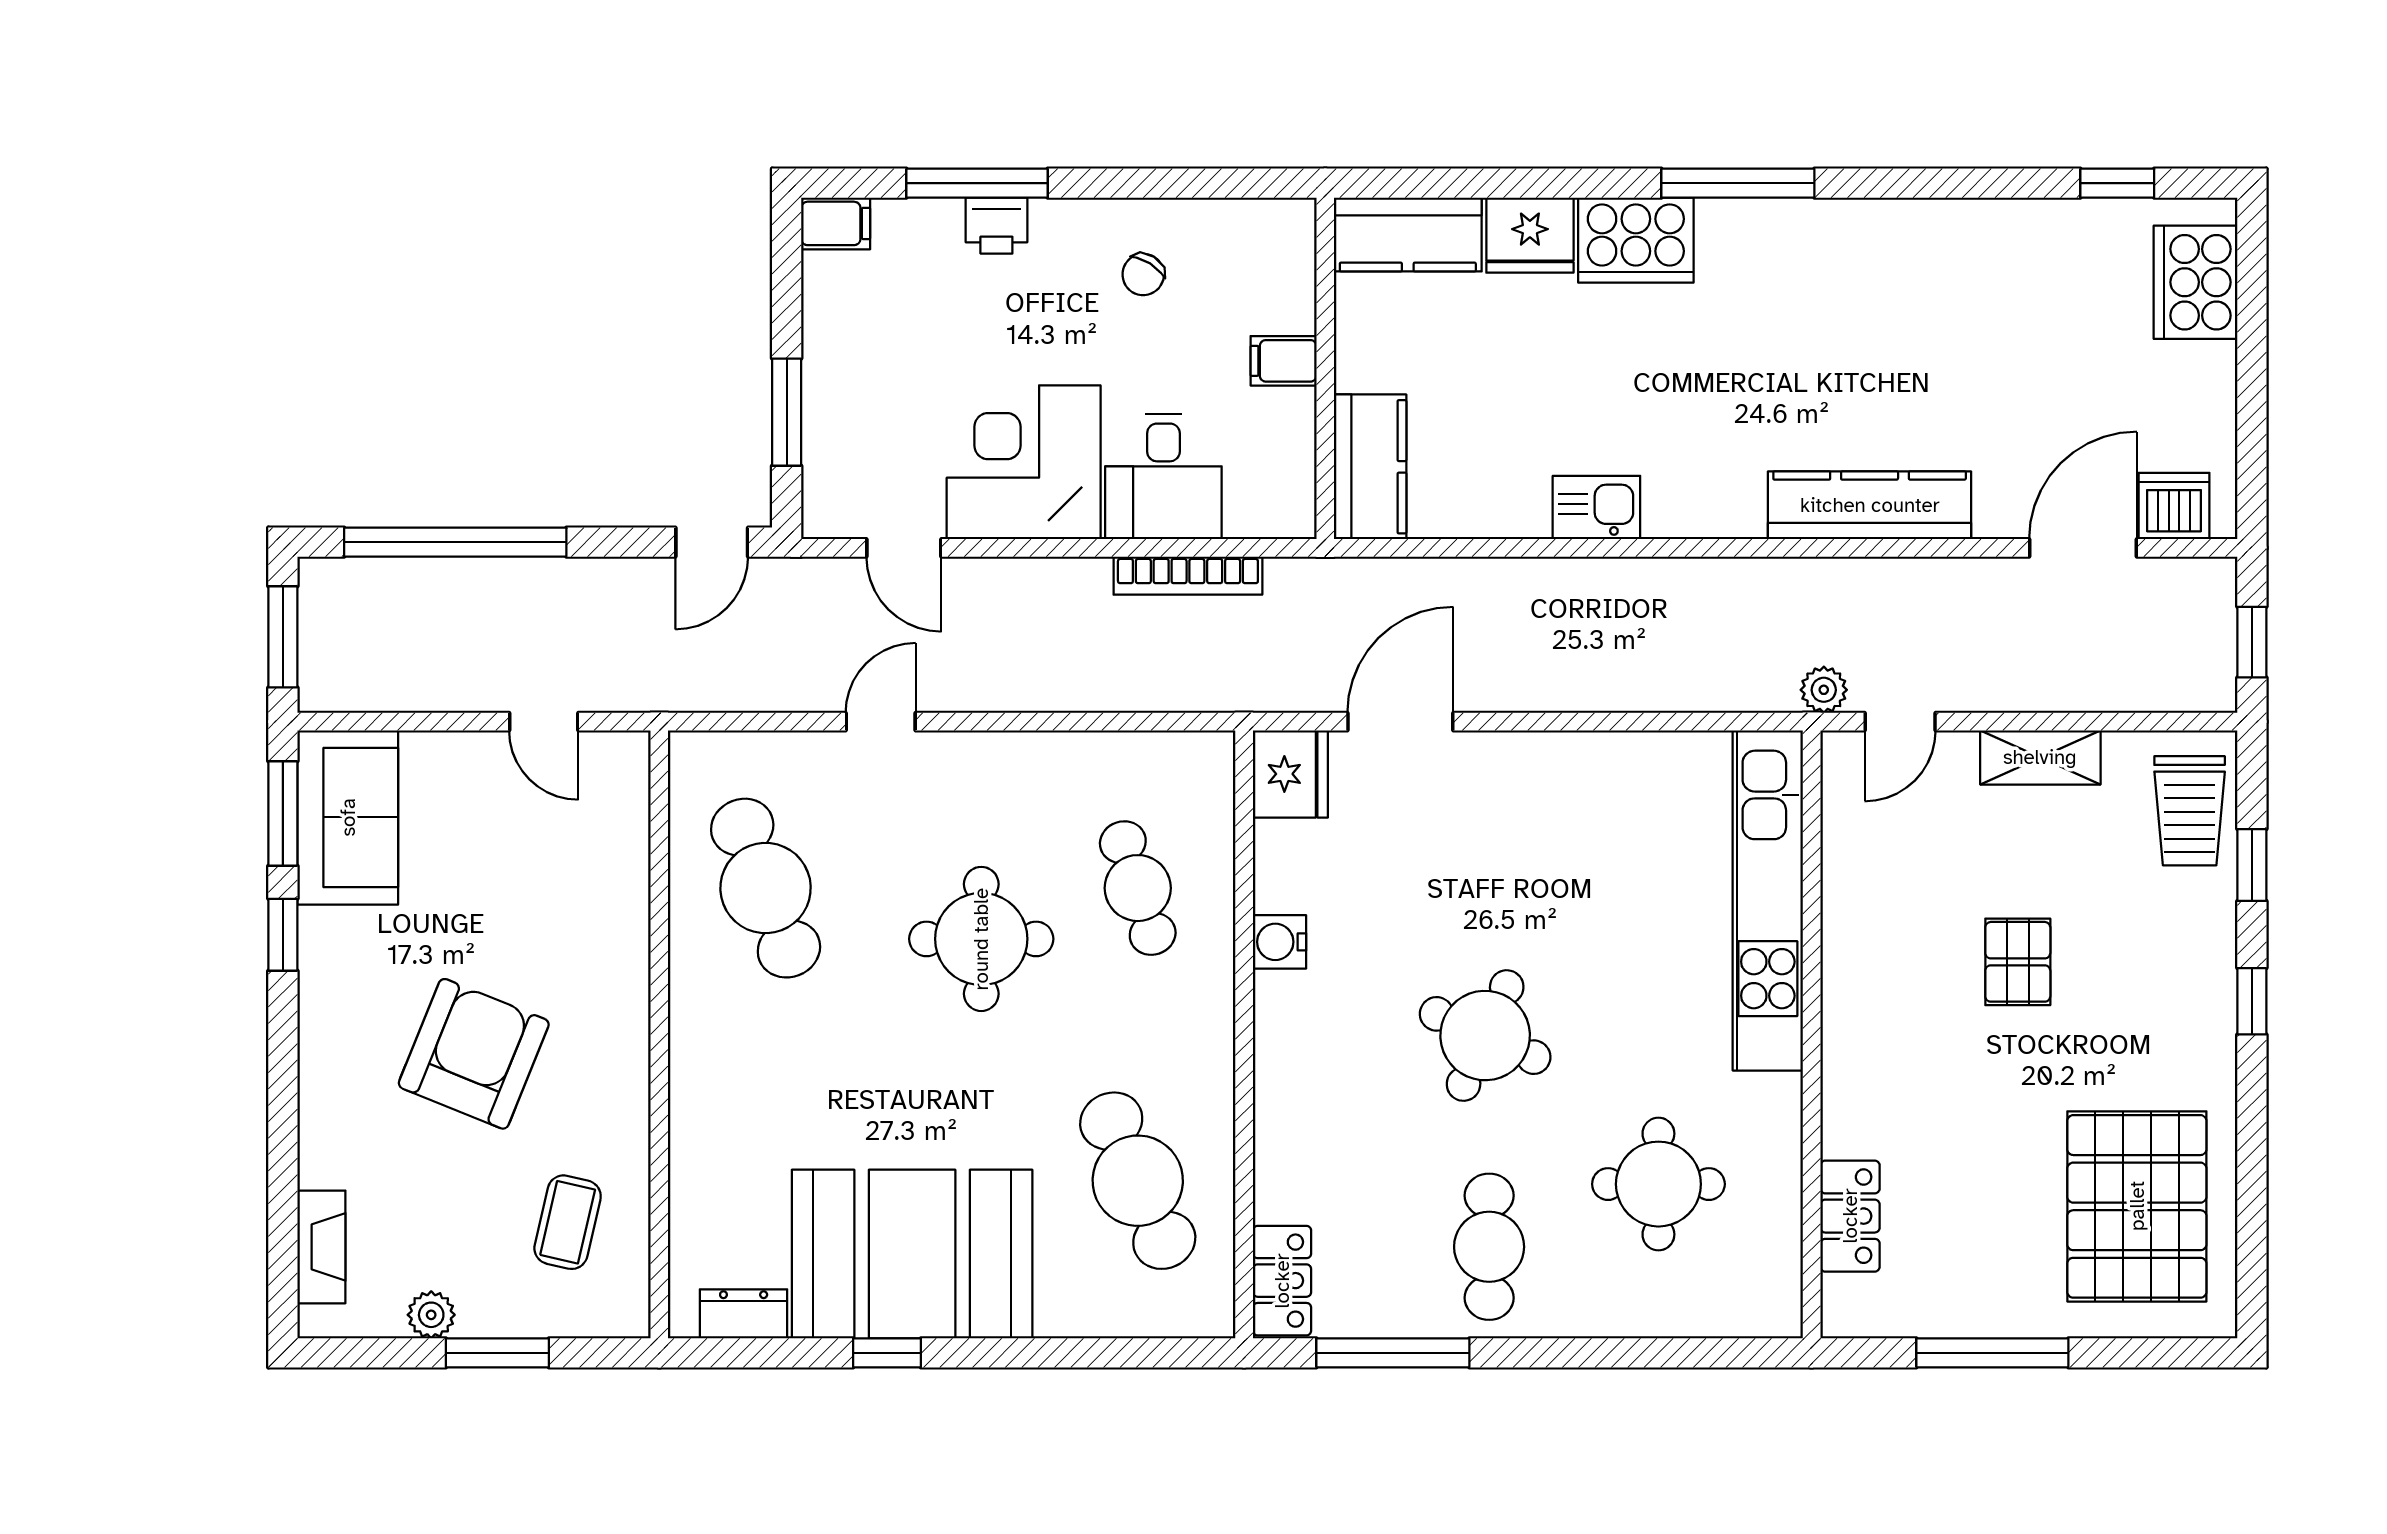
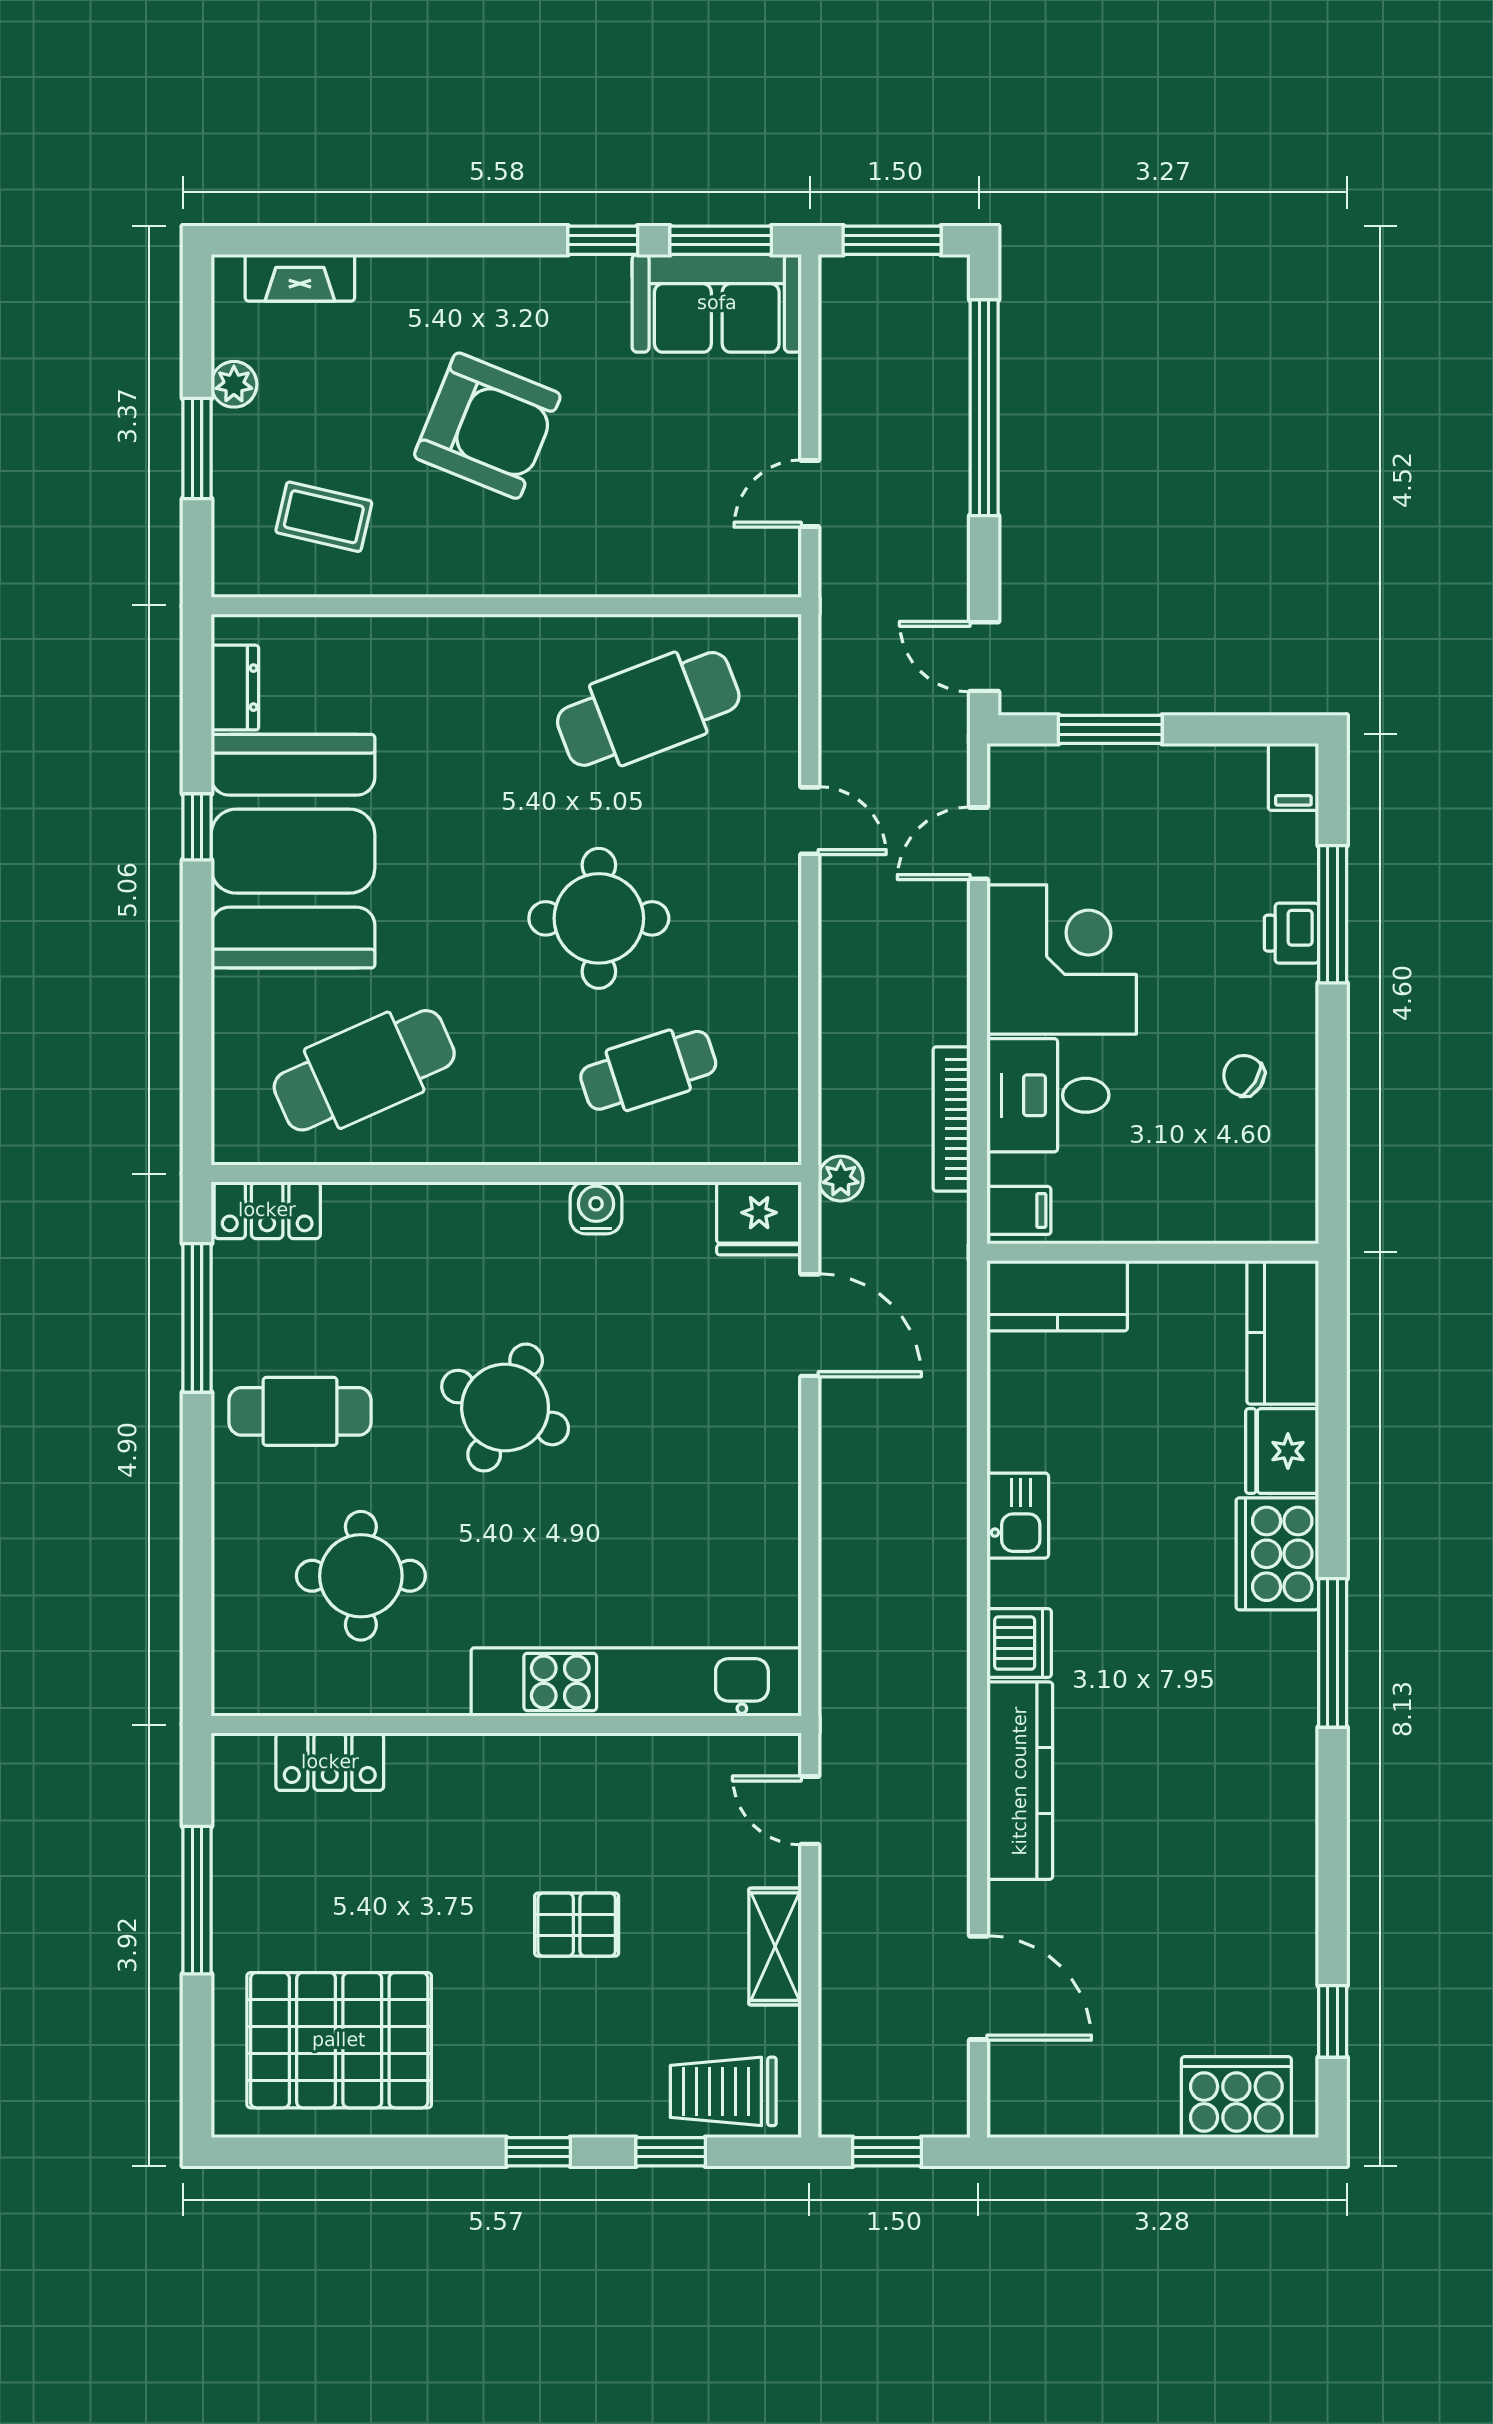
filing cabinet: (1284, 361) -> (1019, 1210), moved, turned 90
dishwasher: (2174, 506) -> (1019, 1643), moved
plant: (1824, 690) -> (841, 1179), moved

